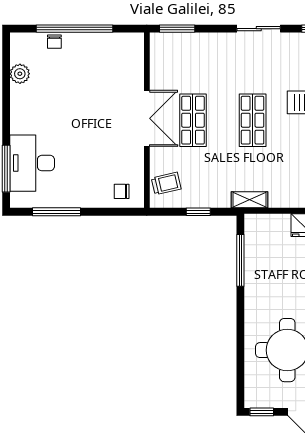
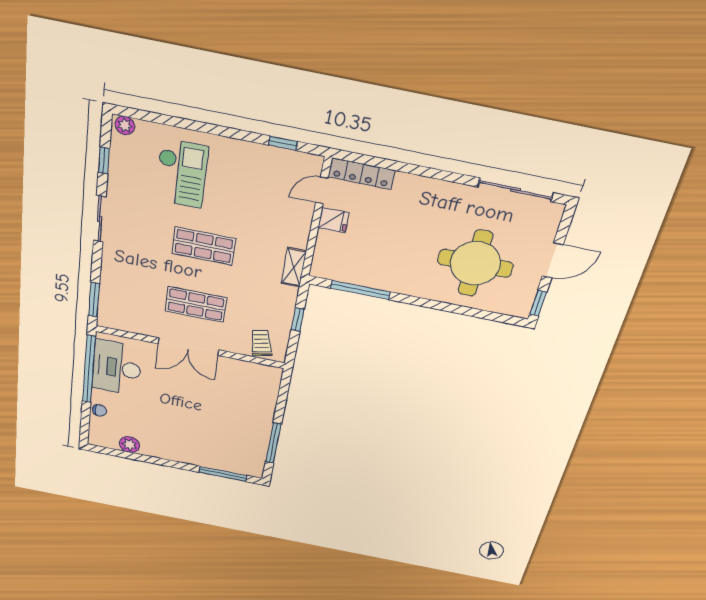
window: (74, 29) -> (89, 369), moved
double door: (147, 118) -> (188, 347), swing flipped
desk: (32, 163) -> (117, 368), moved, turned 90
chair: (122, 191) -> (262, 384), removed

